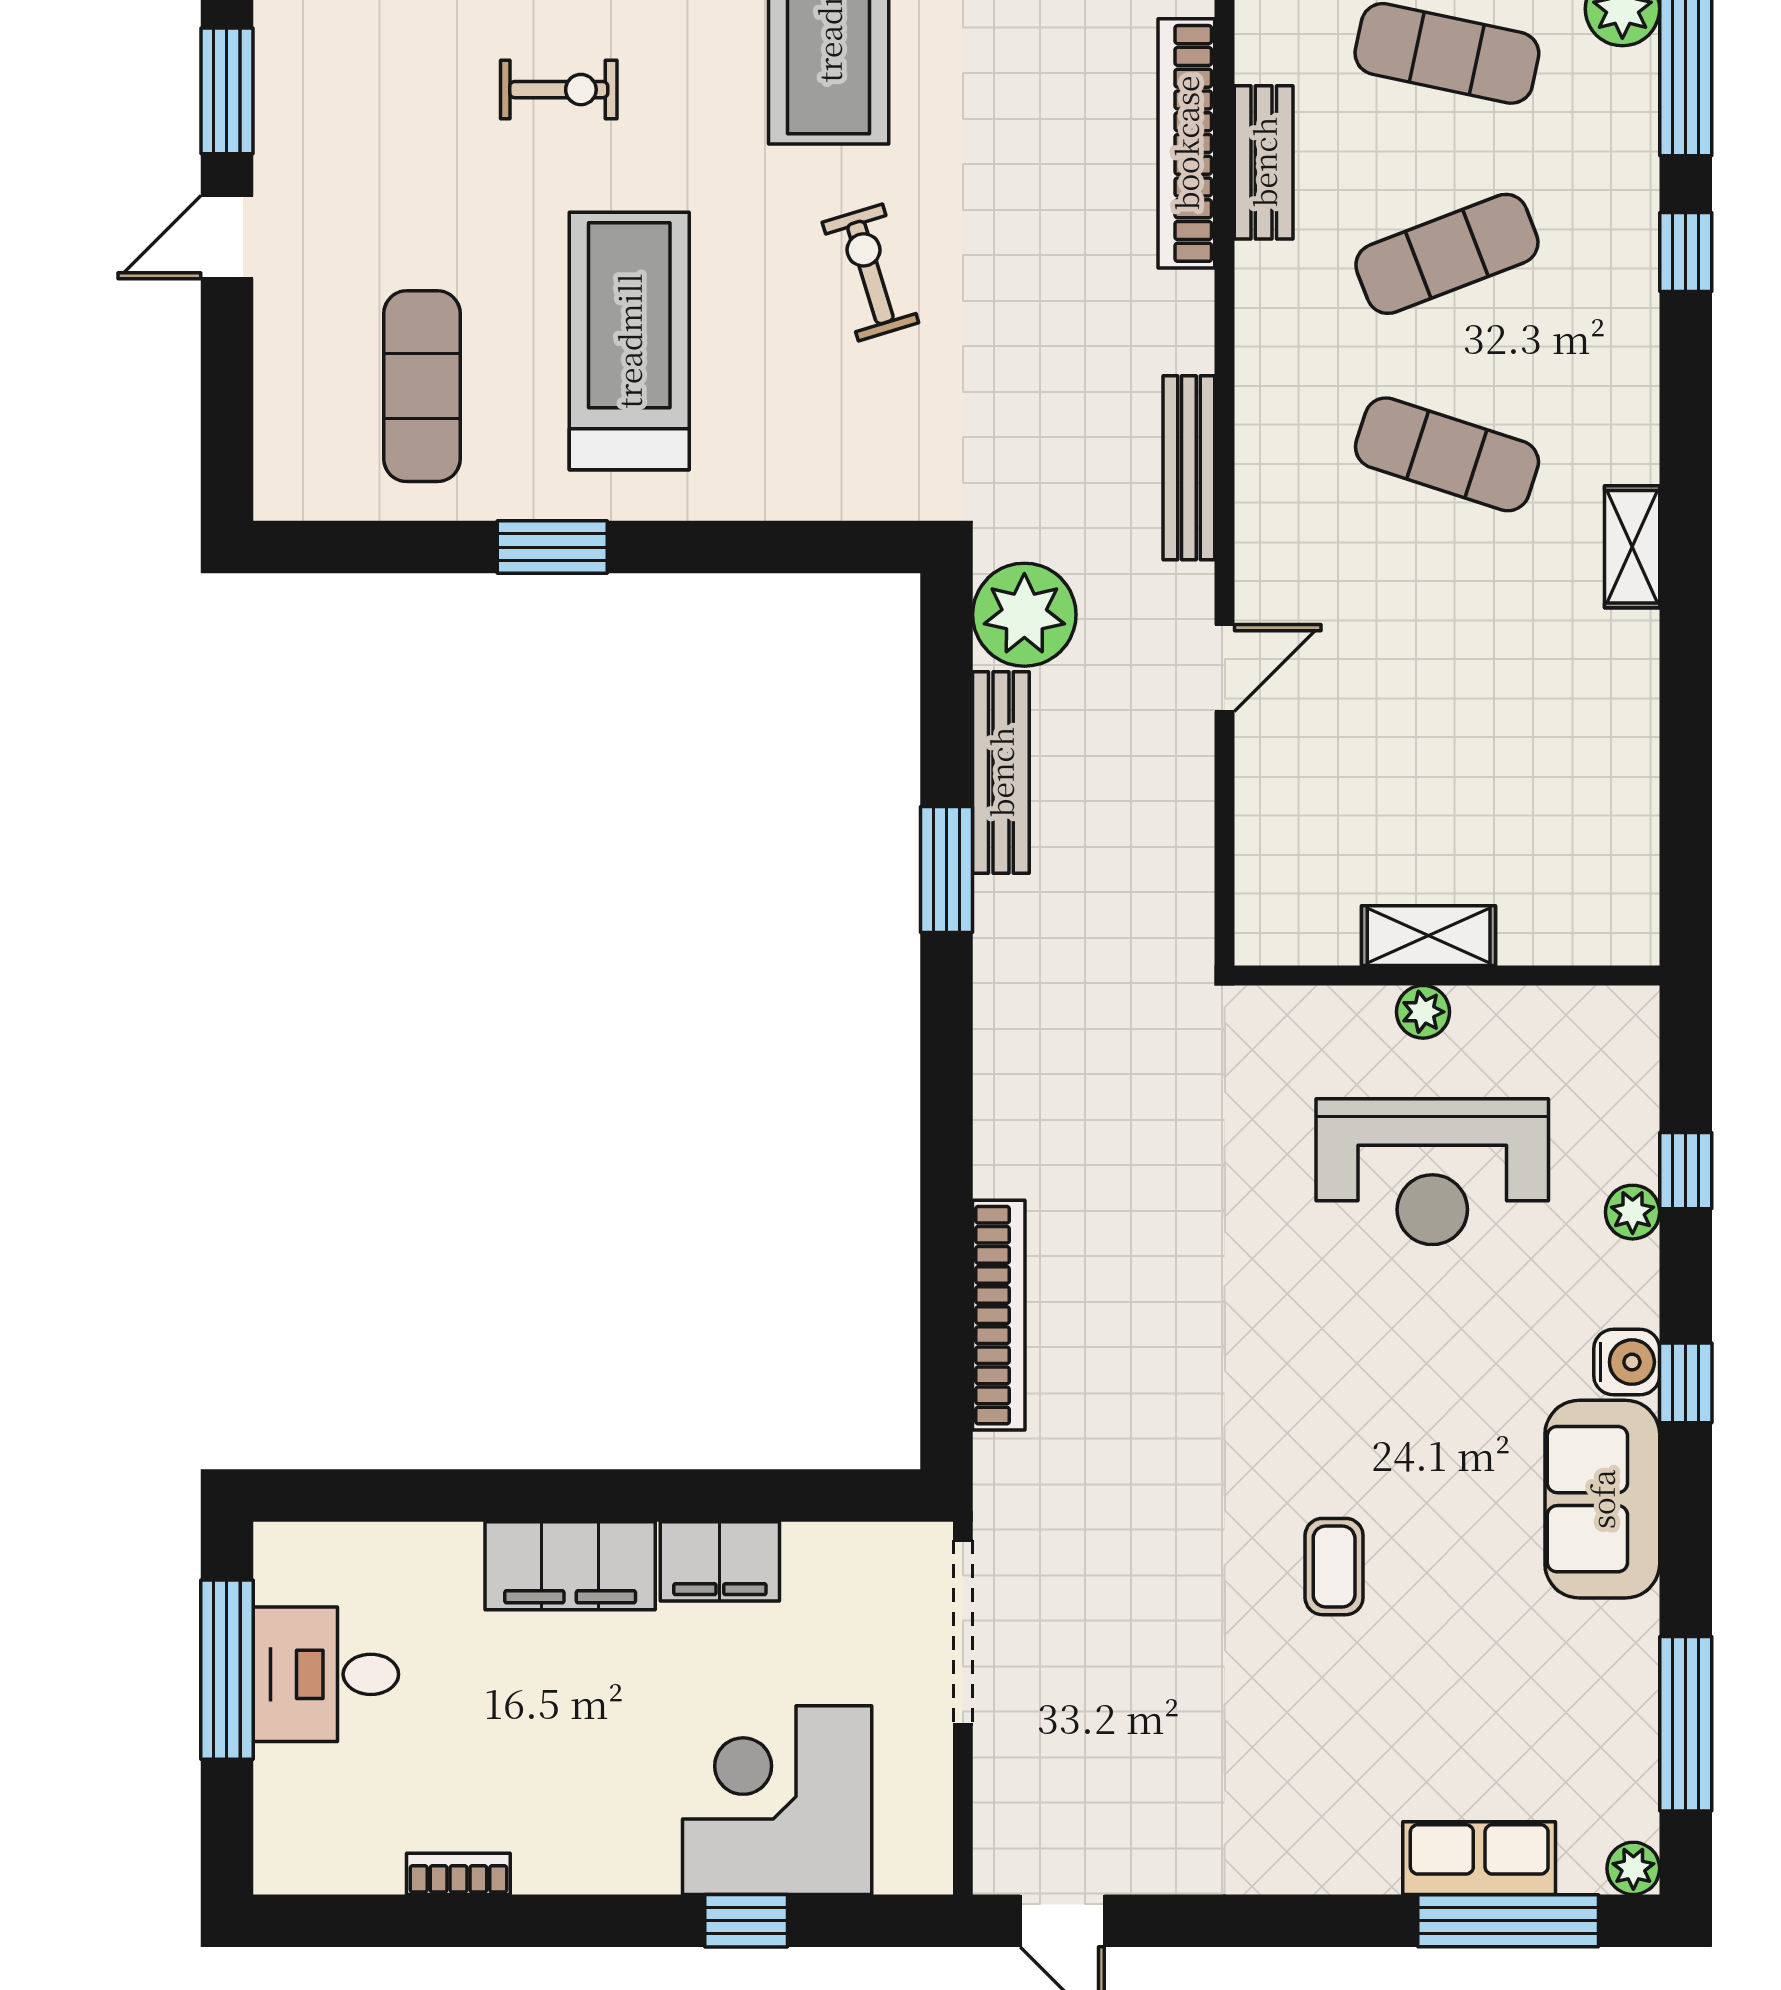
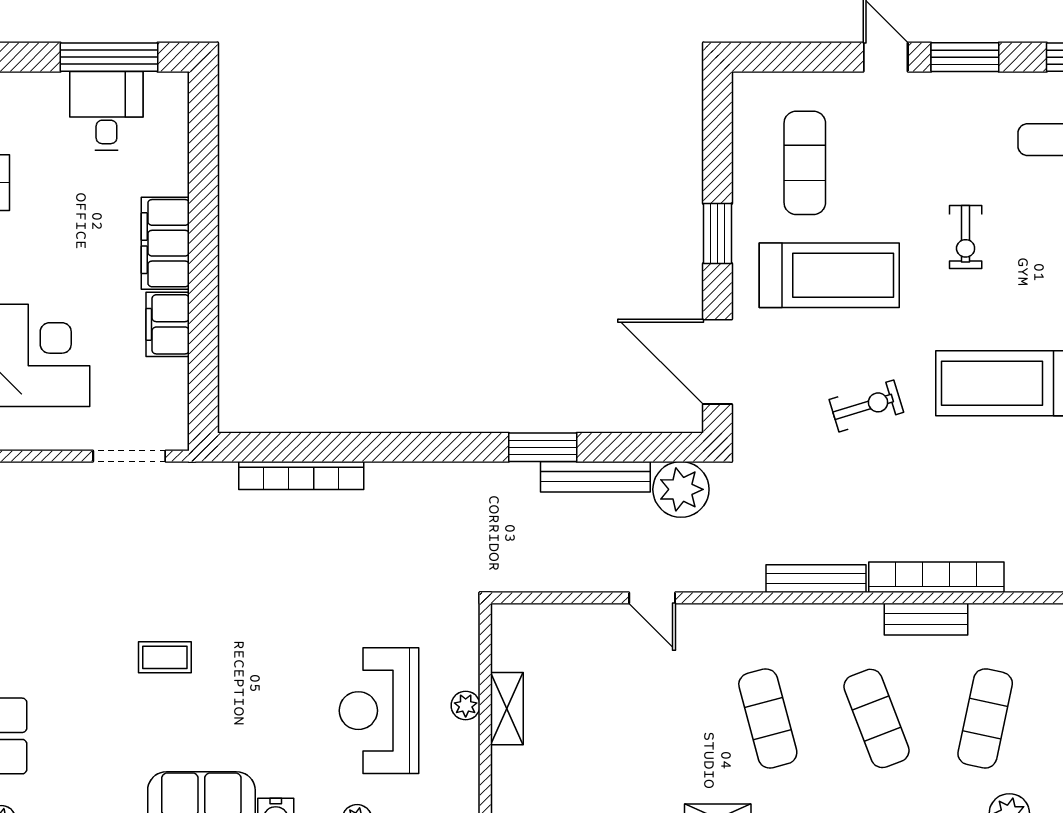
exercise mat: (422, 386) -> (805, 163), turned 90
exercise mat: (1447, 454) -> (768, 718), turned -33
bench: (1189, 468) -> (816, 579), moved
door: (789, 547) -> (718, 362), added
doorway: (963, 1632) -> (129, 456), width x0.73

